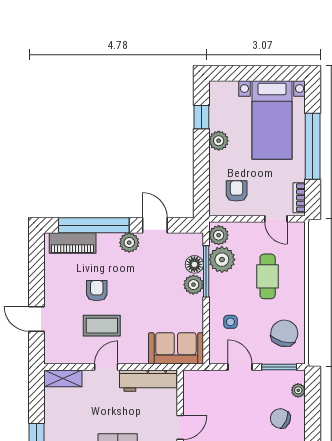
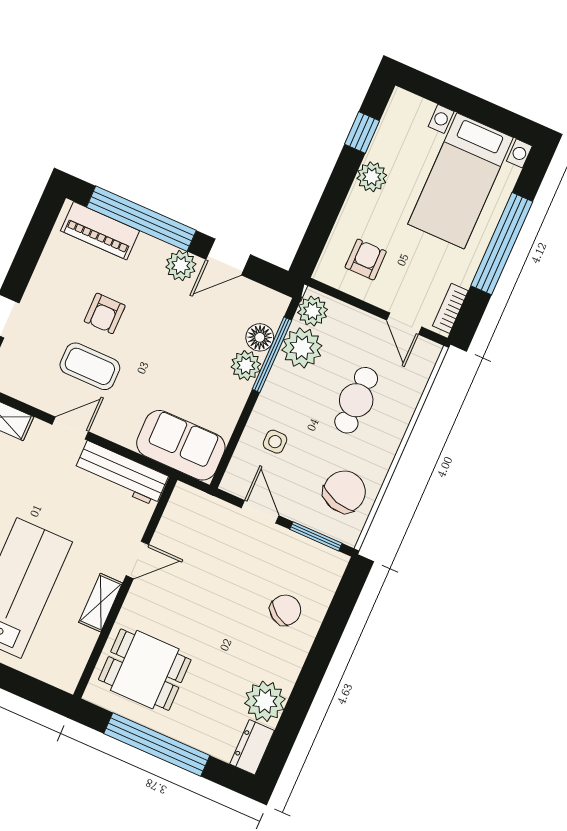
door: (155, 225) -> (228, 257), swing flipped
armchair: (97, 291) -> (105, 313), turned 180
plant: (298, 390) -> (328, 581), removed
chair: (280, 418) -> (285, 610), turned 100

